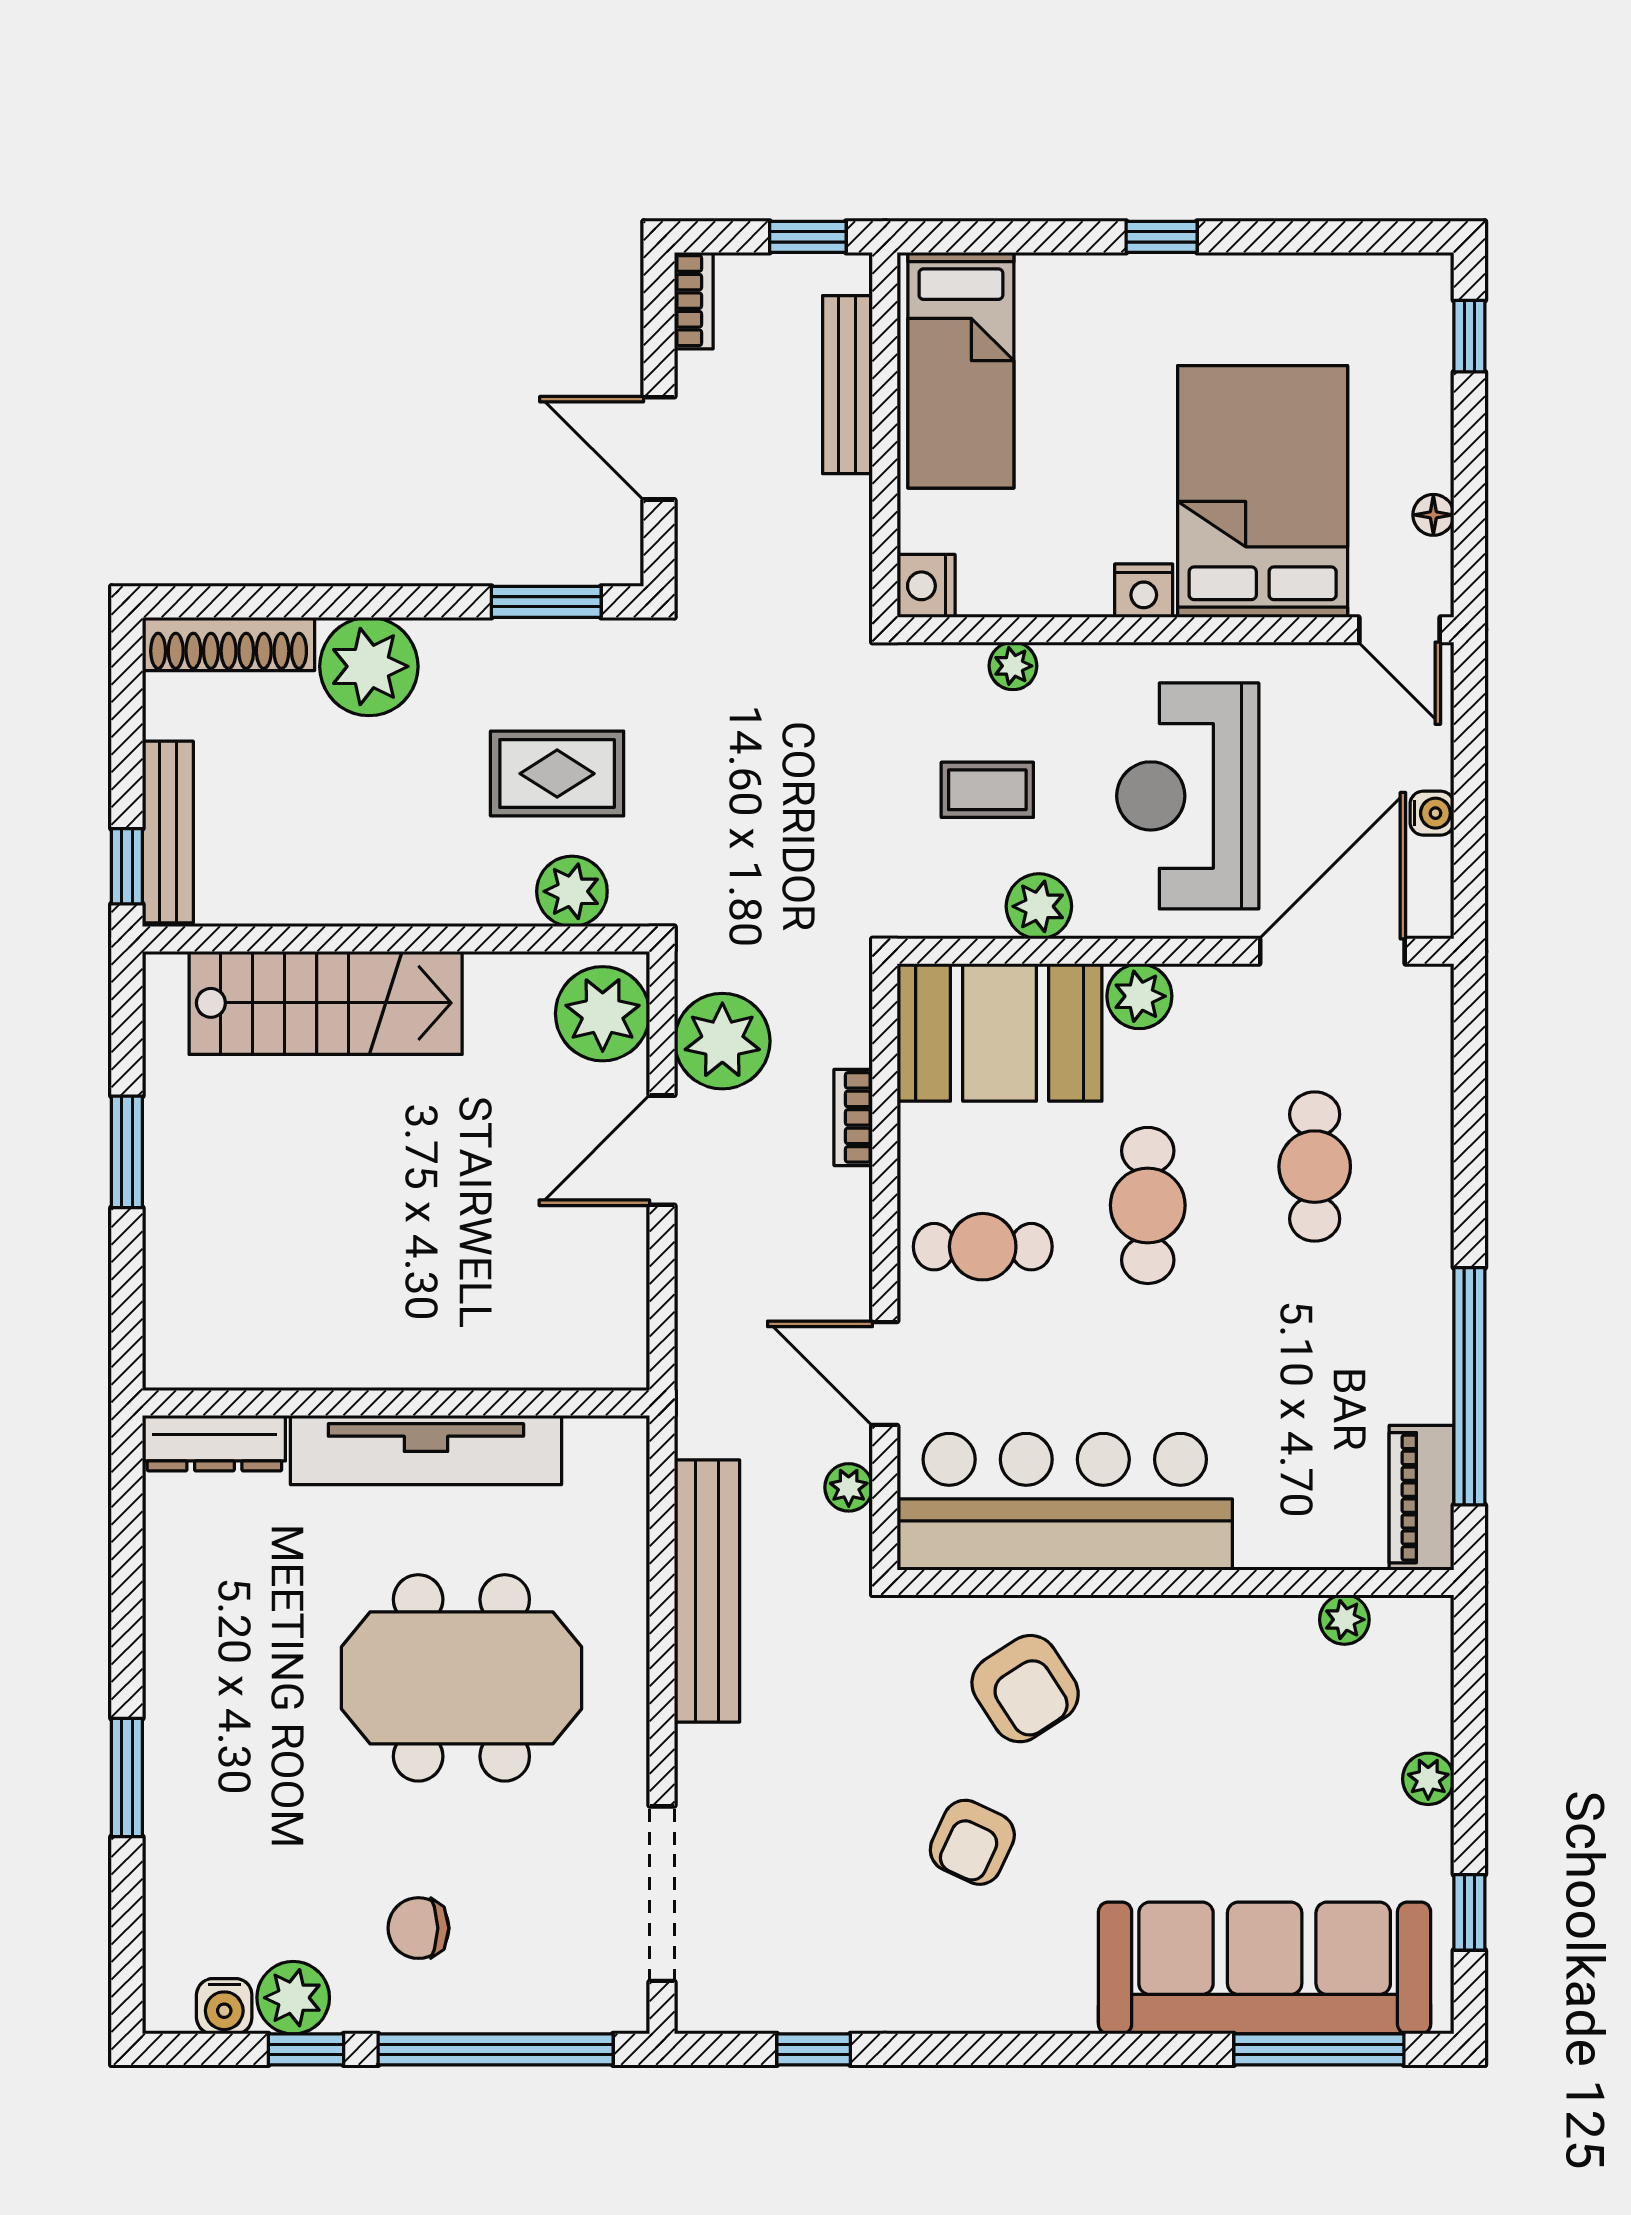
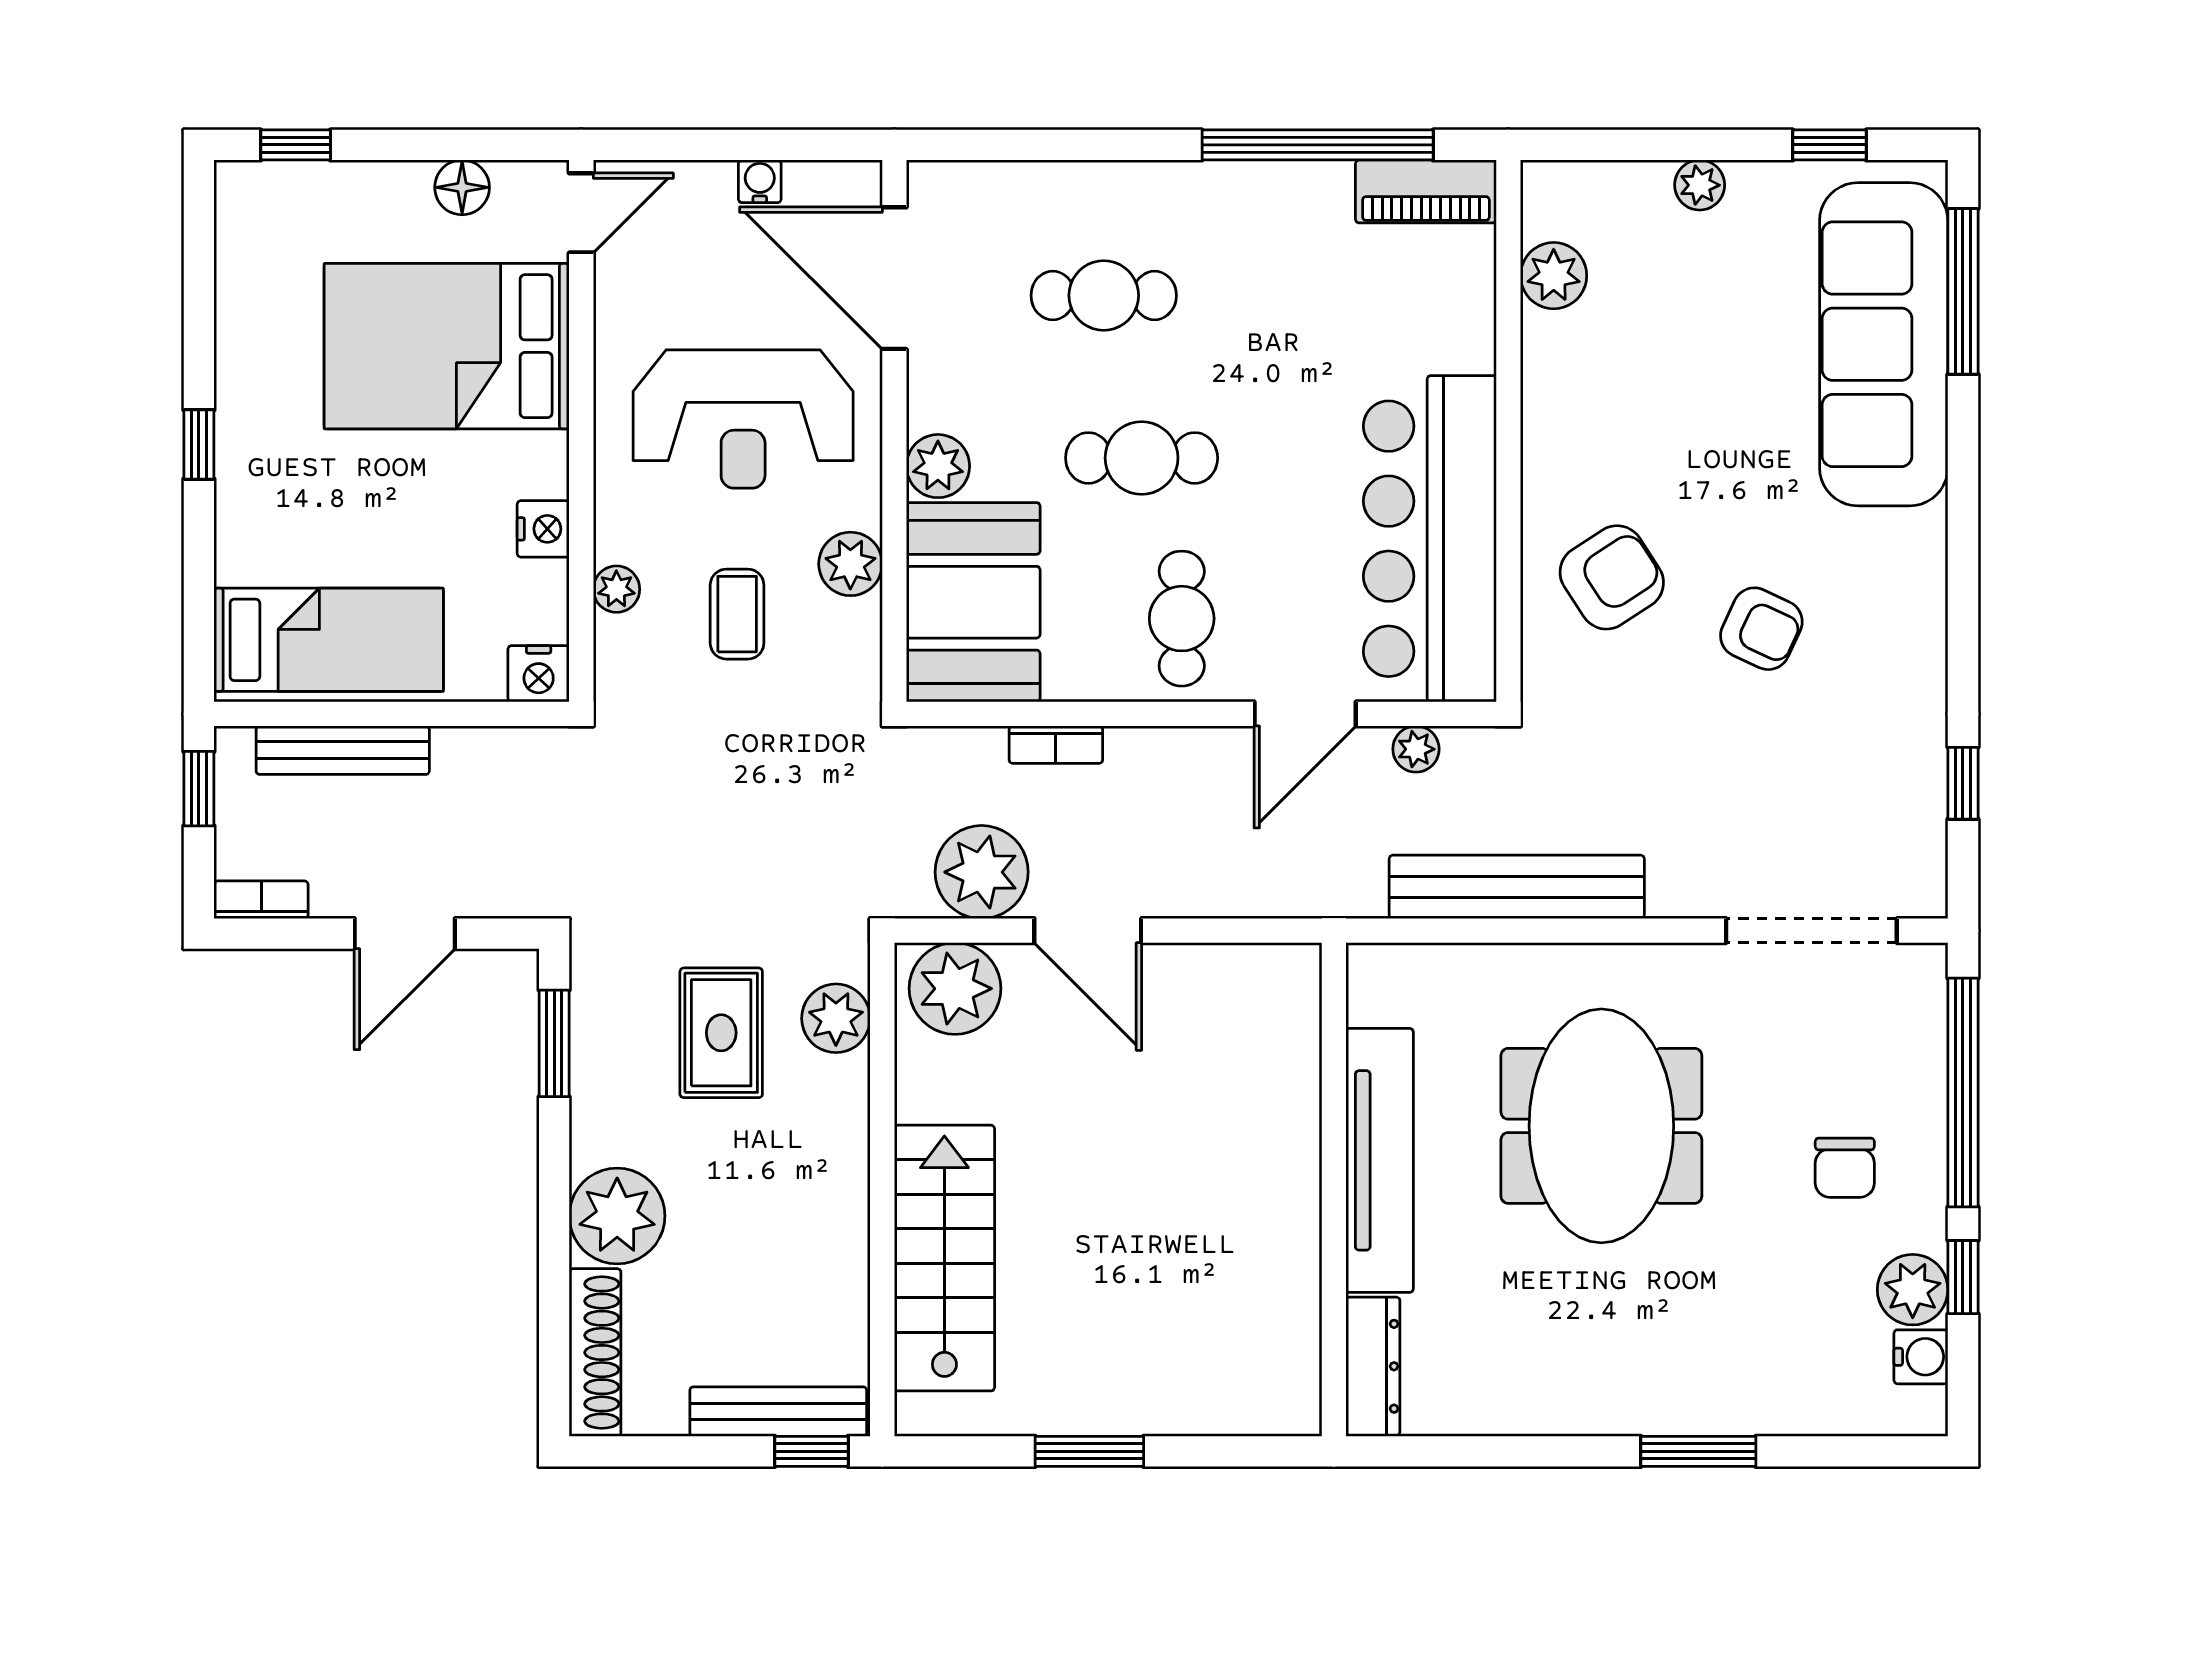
floor lamp: (1433, 515) -> (462, 187), width x1.37, depth x1.37
nightstand: (1144, 591) -> (543, 529), moved
plant: (1344, 1620) -> (1554, 276), width x1.38, depth x1.38

